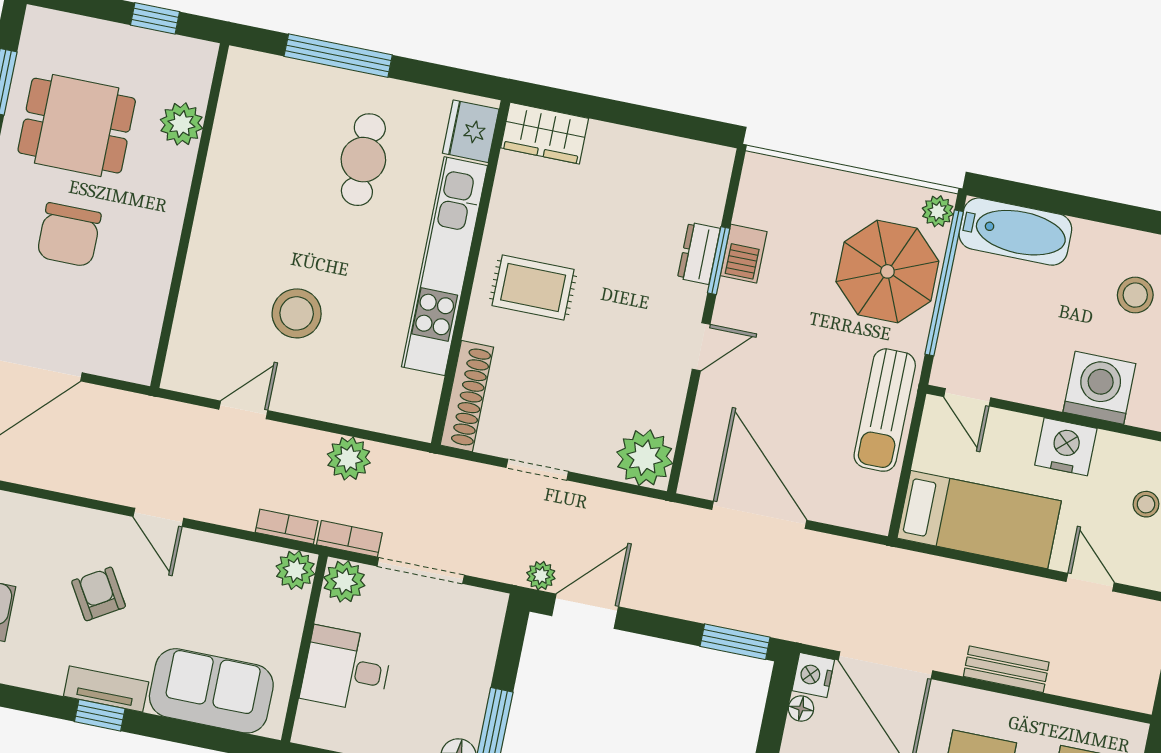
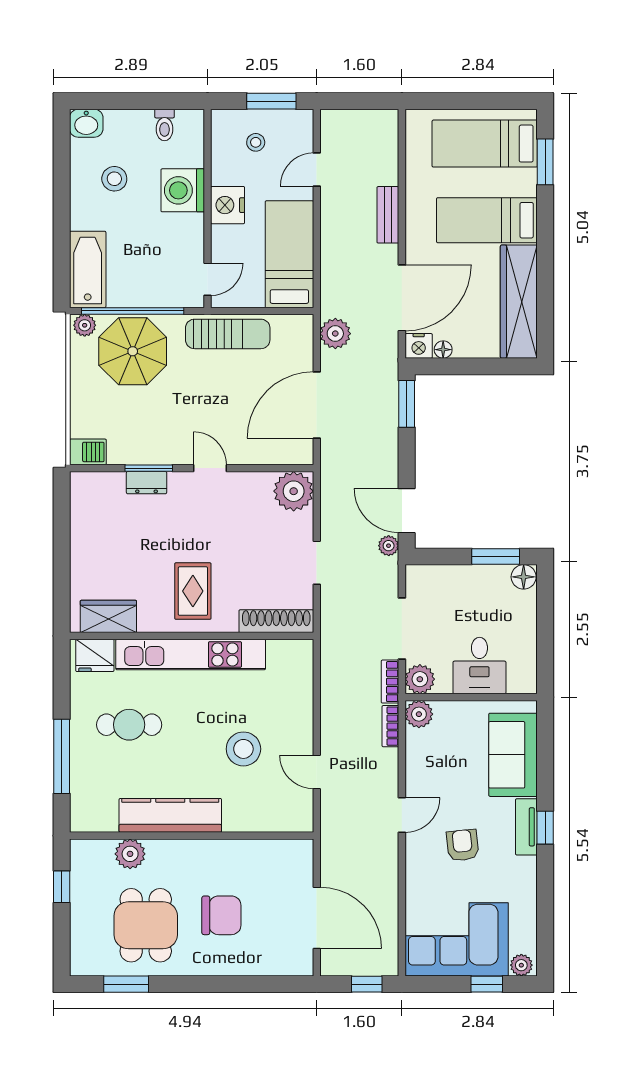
wardrobe: (545, 133) -> (108, 616), moved, turned -90
kitchen counter: (224, 192) -> (170, 815), added
barbecue: (744, 254) -> (88, 452), moved
plant: (349, 458) -> (335, 334), moved
armchair: (99, 594) -> (463, 845), turned 115

